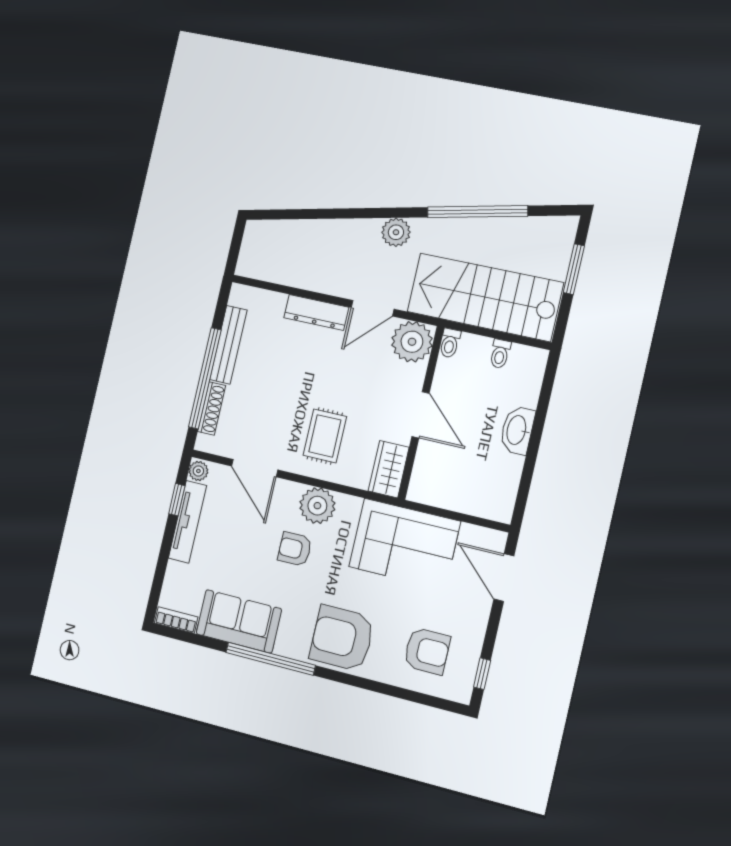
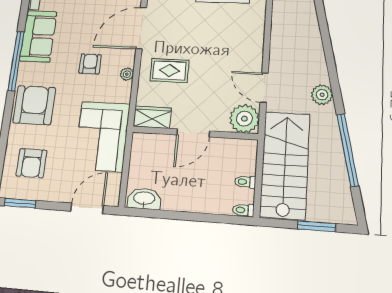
dresser: (316, 312) -> (255, 50), removed
toilet: (450, 343) -> (243, 210), moved
washbasin: (517, 430) -> (144, 199), moved
door: (255, 468) -> (141, 28), width x1.36
plant: (317, 506) -> (127, 74), width x0.53, depth x0.53
window: (482, 674) -> (20, 203), width x1.50

